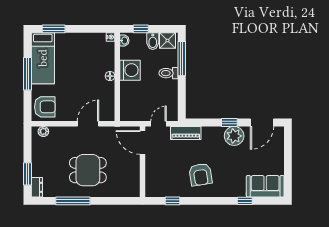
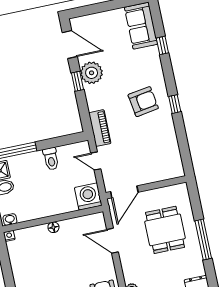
washing machine: (130, 70) -> (88, 196), moved
toilet: (168, 73) -> (51, 159), moved
door: (143, 142) -> (124, 192), moved
wall: (143, 162) -> (146, 187), moved
window: (173, 201) -> (175, 104), moved

